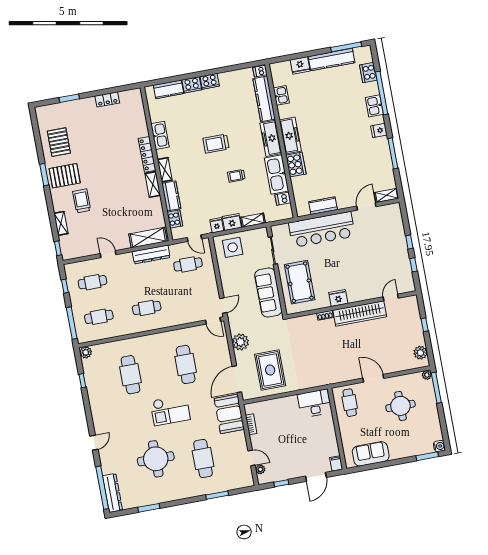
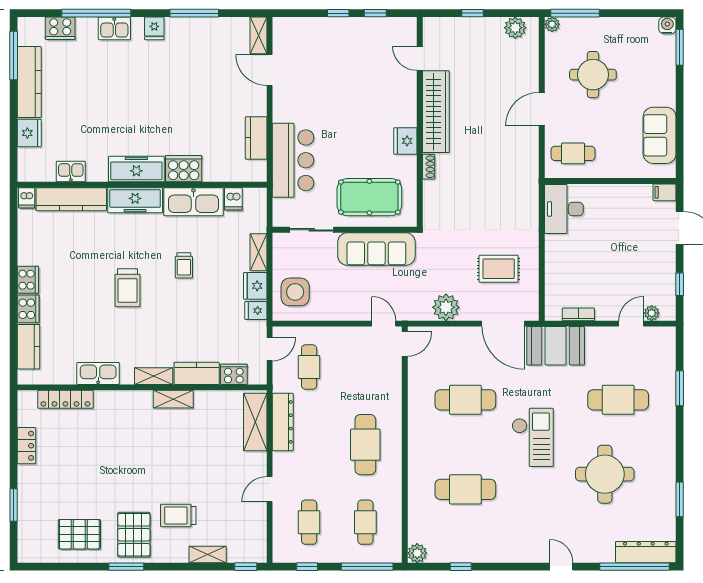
locker: (147, 154) -> (65, 399), moved
bar counter: (322, 229) -> (293, 160), width x0.73
cafe table: (147, 308) -> (365, 445), width x1.37, depth x1.35
rug: (270, 370) -> (499, 269), width x0.73, depth x0.70

